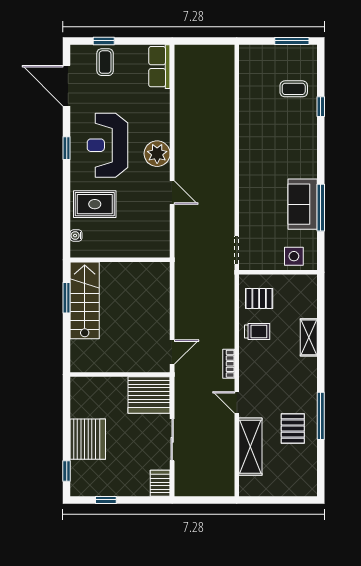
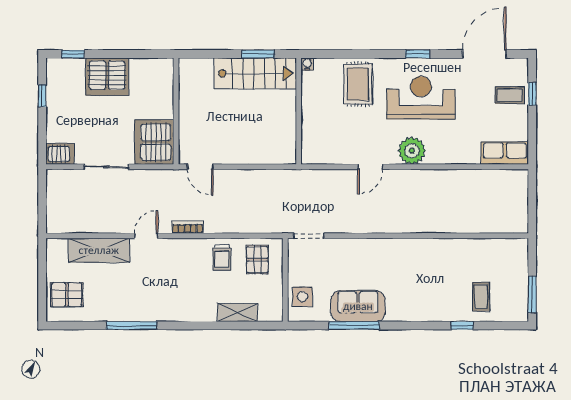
water cooler: (76, 236) -> (307, 64), moved
shelving: (309, 337) -> (237, 313), moved
pallet: (293, 429) -> (67, 295), moved

